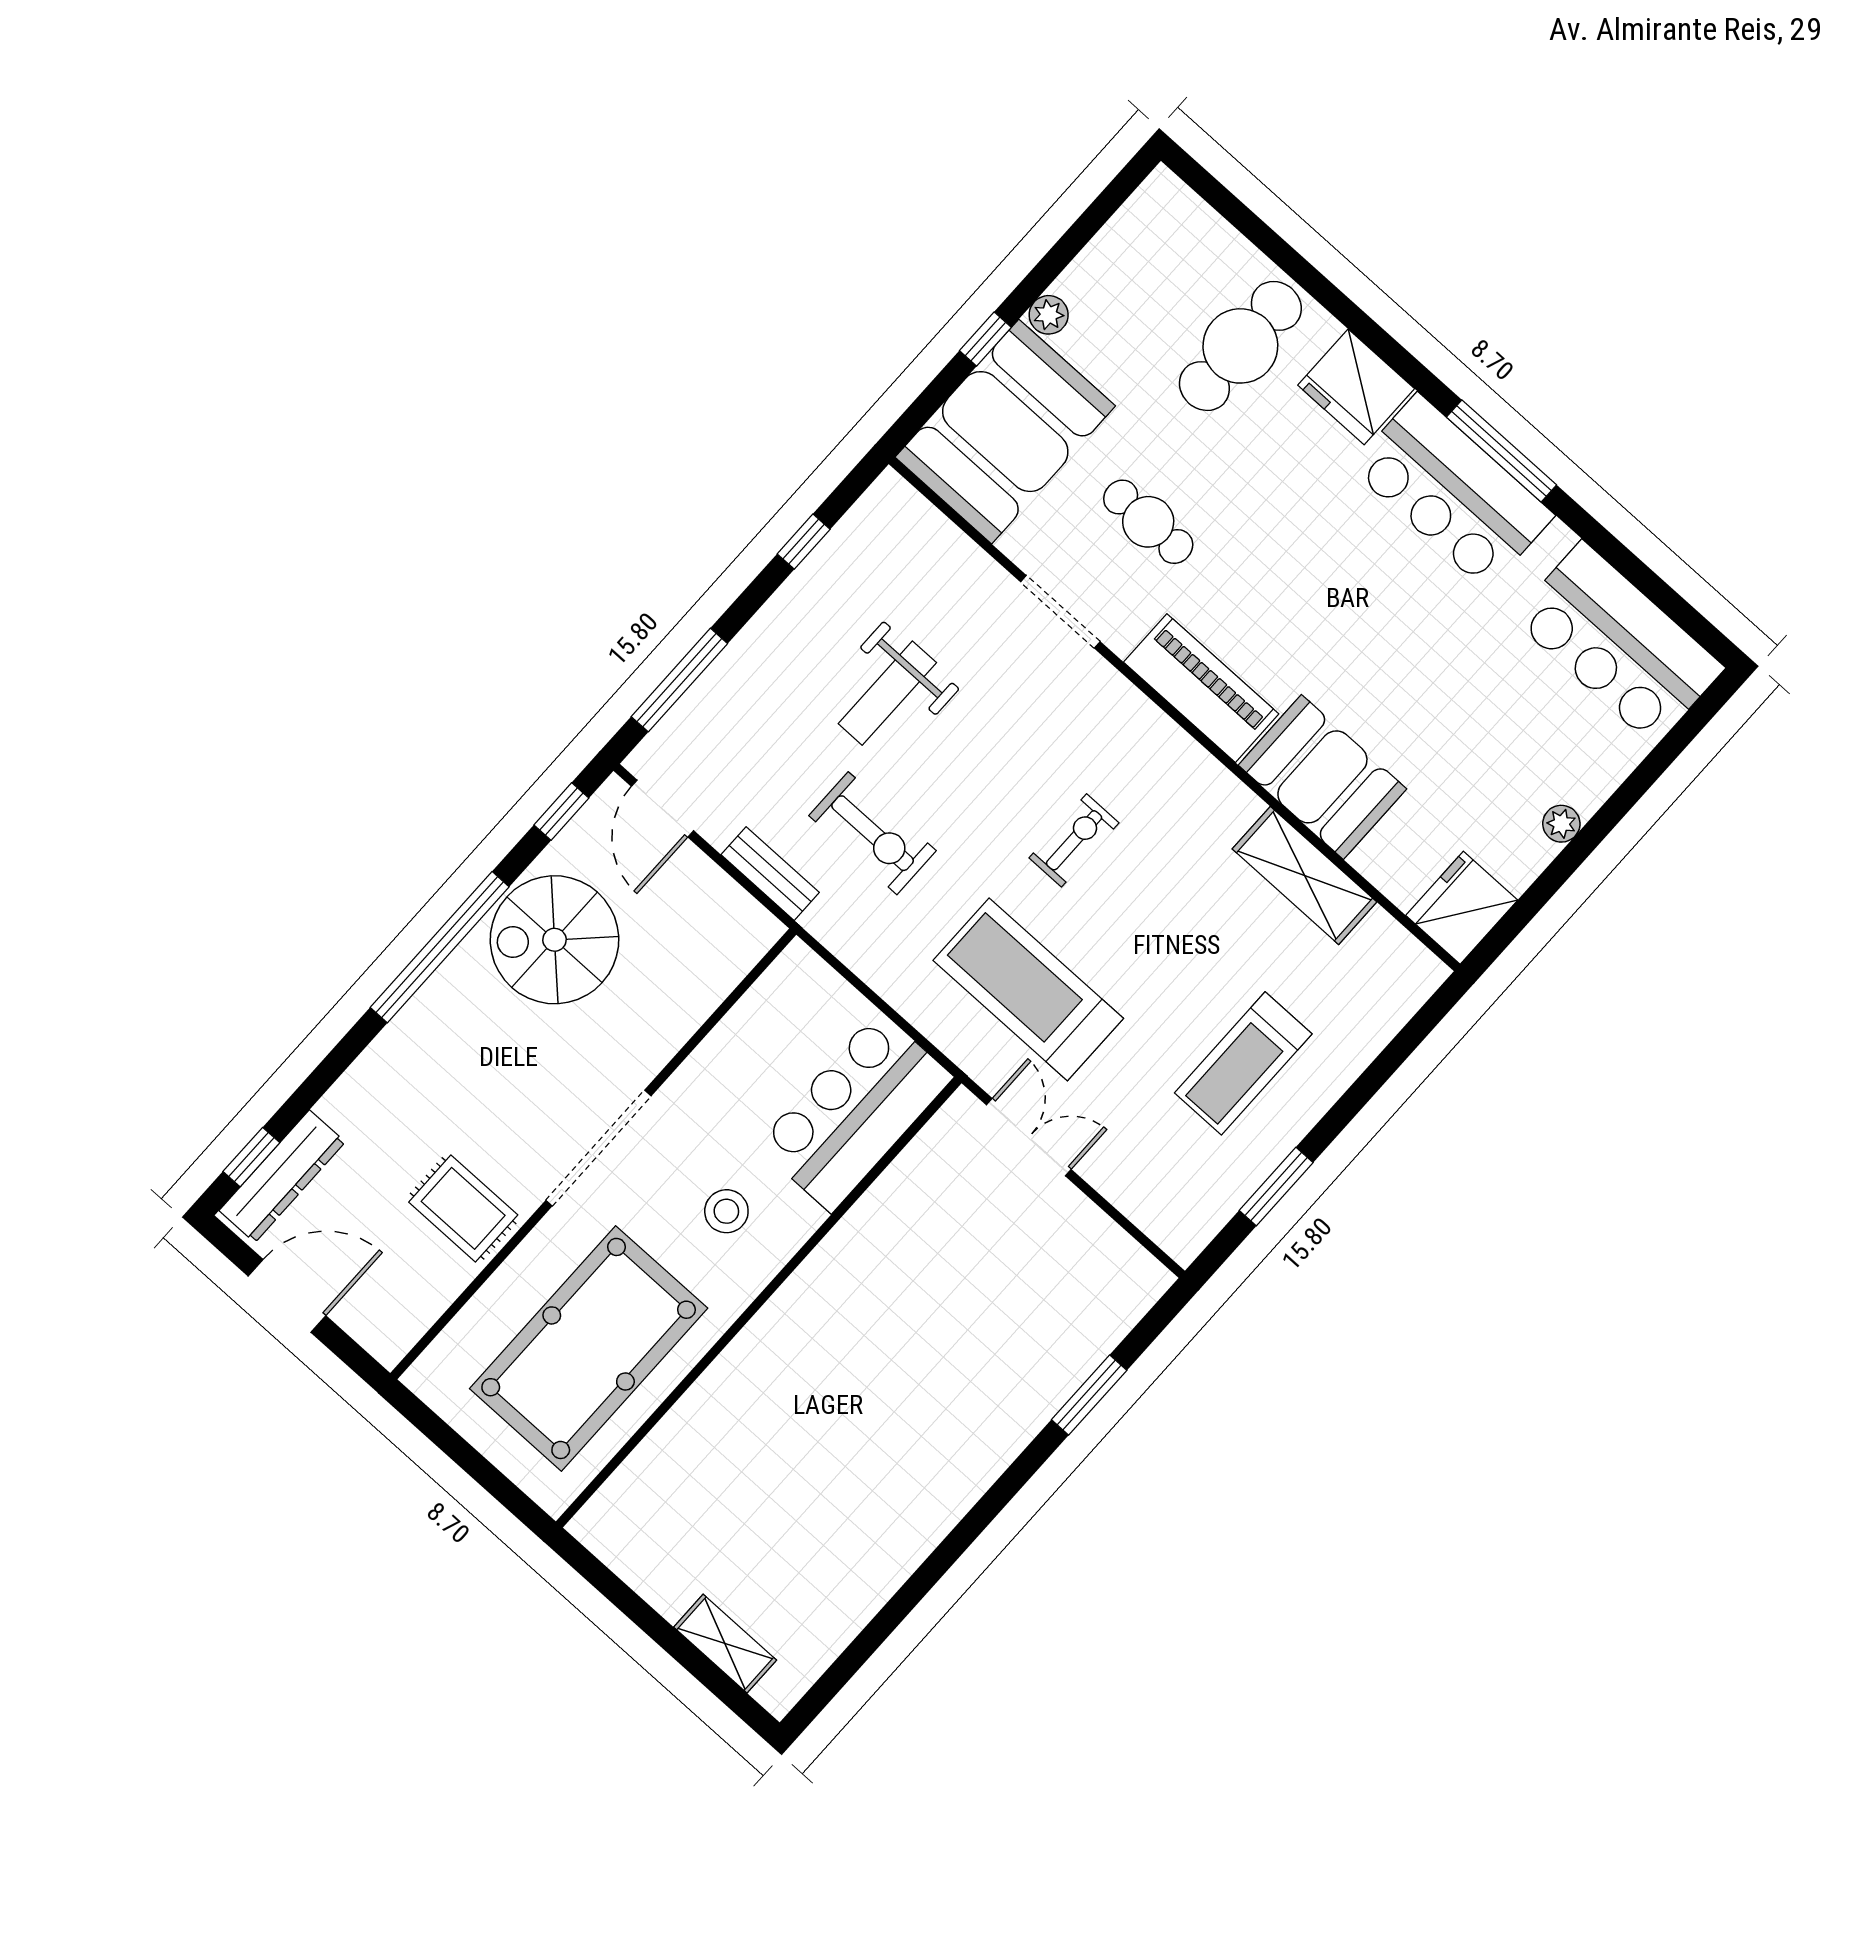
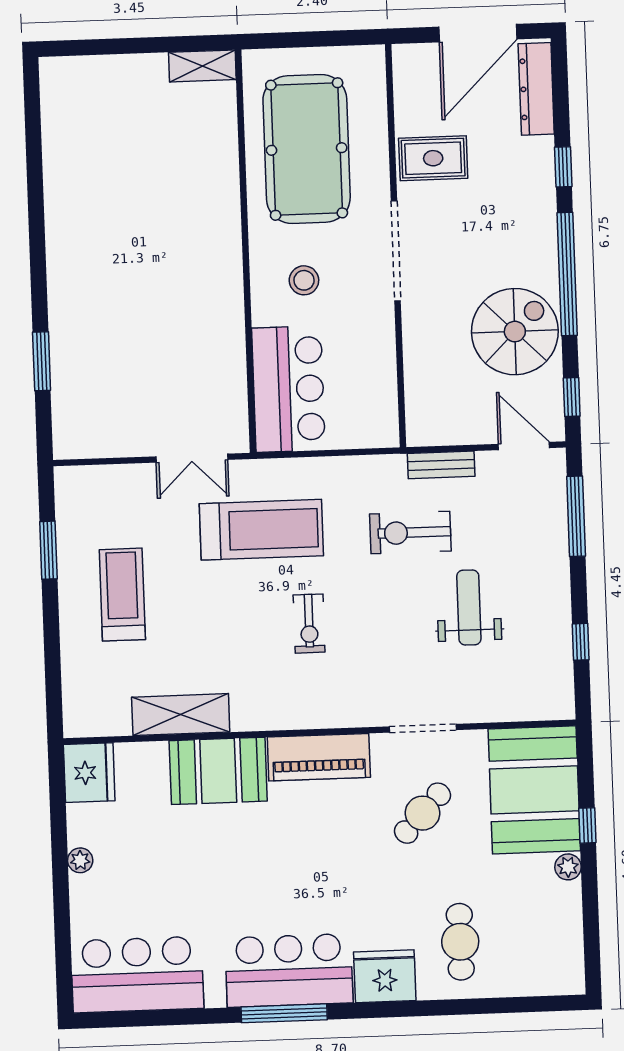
cafe table: (1240, 346) -> (460, 942), width x0.73, depth x0.74
cafe table: (1148, 522) -> (422, 813), turned -47
window: (251, 1157) -> (563, 167), moved
door: (287, 1296) -> (478, 33), width x1.36
shelving: (725, 1644) -> (202, 66), moved

